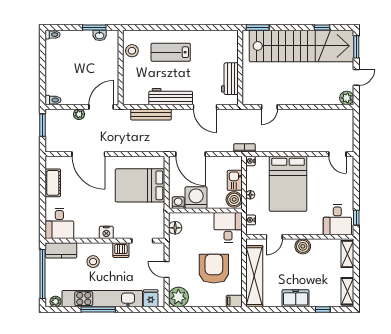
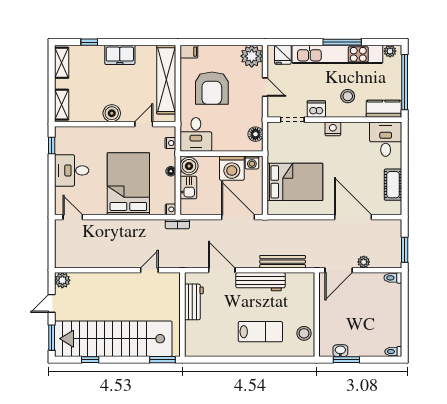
desk: (337, 220) -> (72, 170), moved, turned -90

